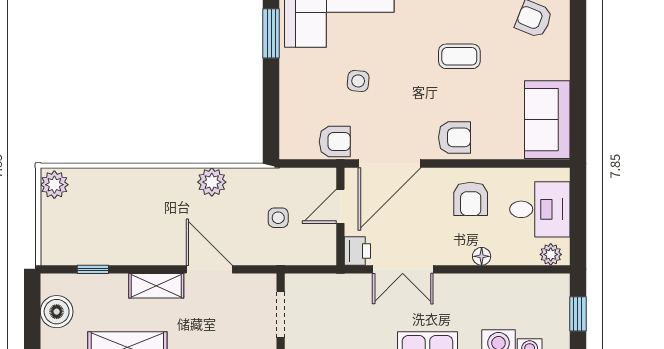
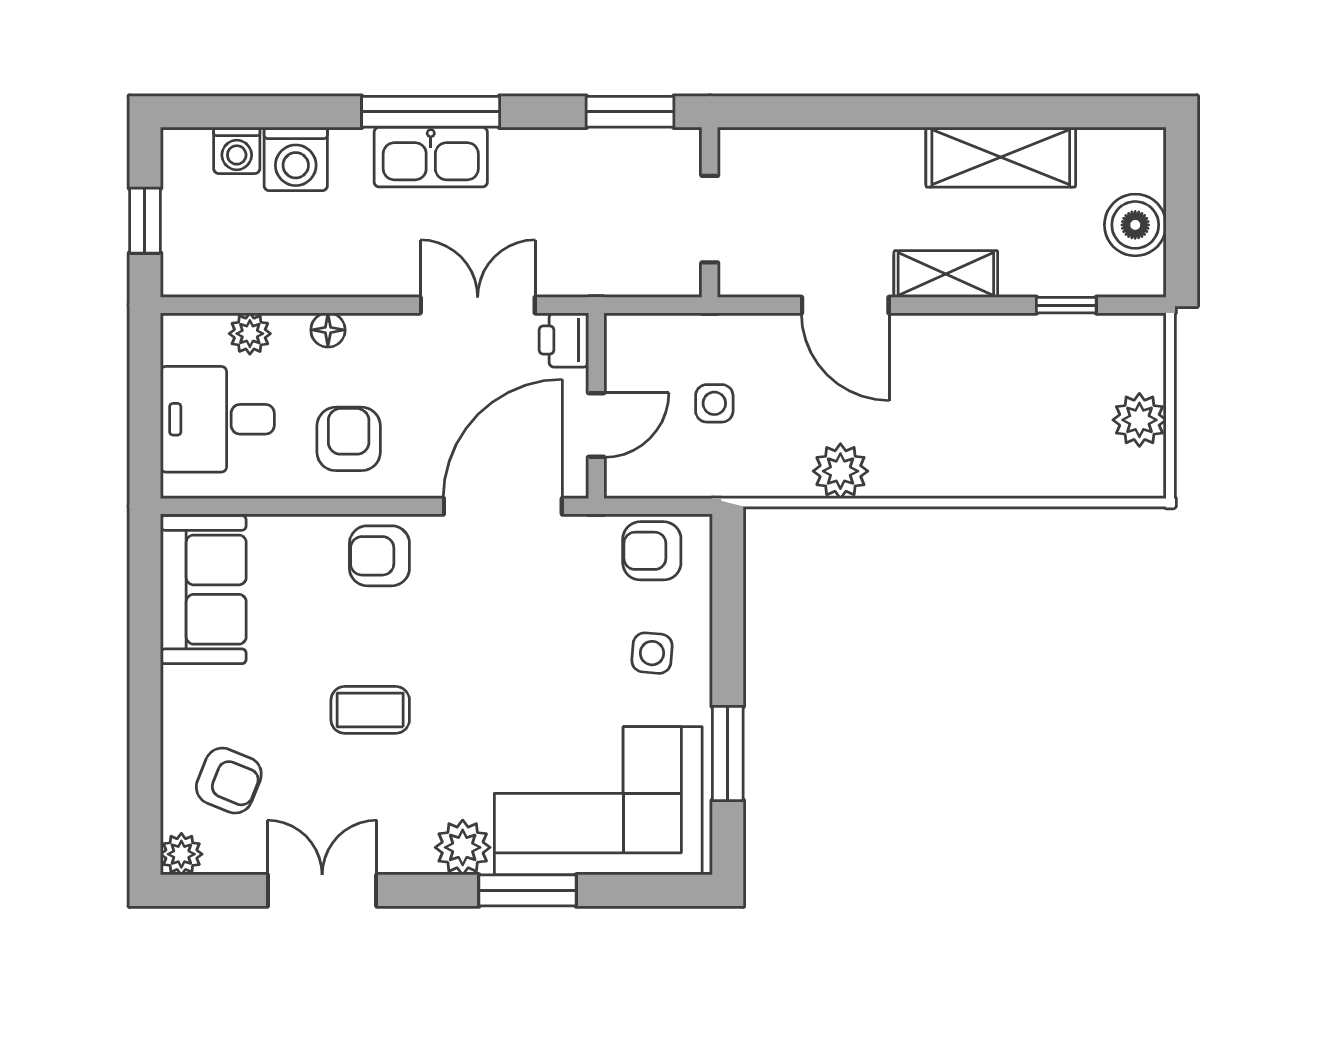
side table: (358, 81) -> (652, 653), moved
armchair: (335, 142) -> (652, 551), moved
plant: (54, 185) -> (1139, 420), moved
plant: (551, 254) -> (250, 334), moved

